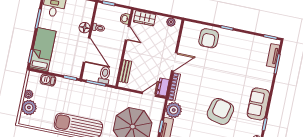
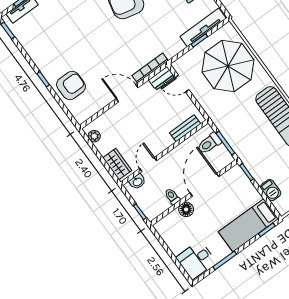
plant: (174, 110) -> (172, 45), removed

